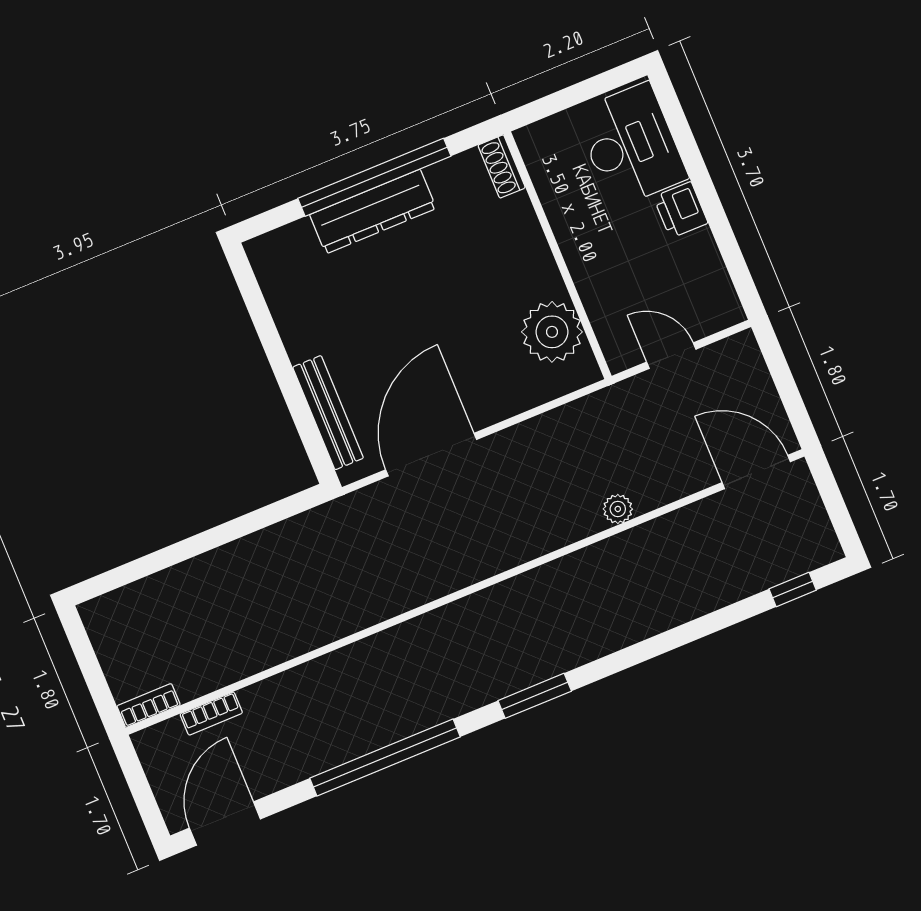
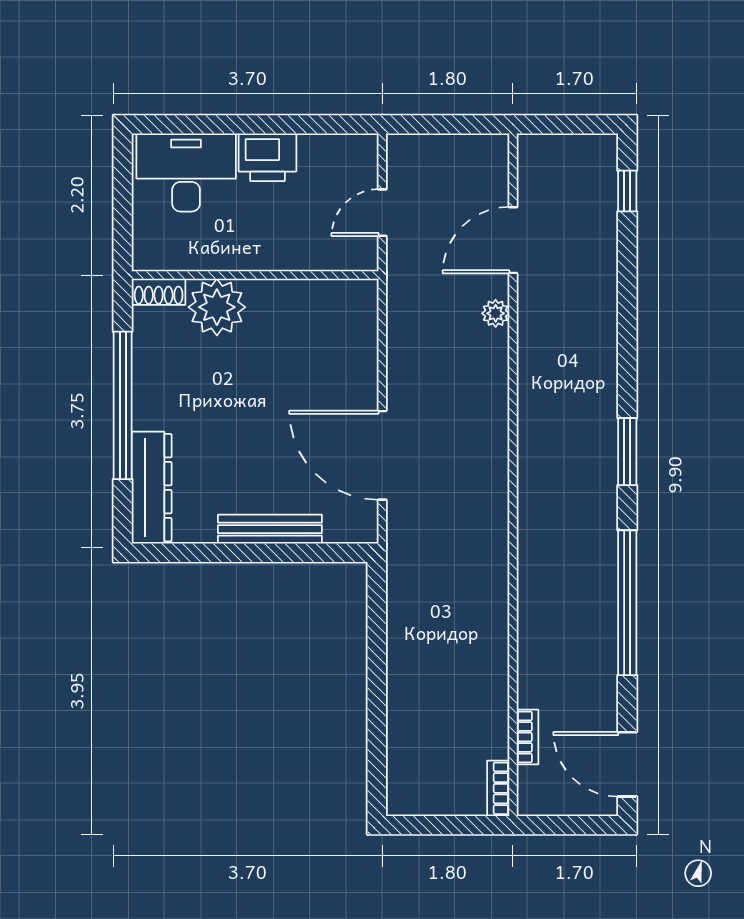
printer: (681, 210) -> (267, 157), width x1.36, depth x1.24
dresser: (373, 211) -> (152, 488), moved
plant: (552, 332) -> (217, 307), moved
bench: (328, 413) -> (270, 529), moved
door: (756, 472) -> (513, 240), moved

